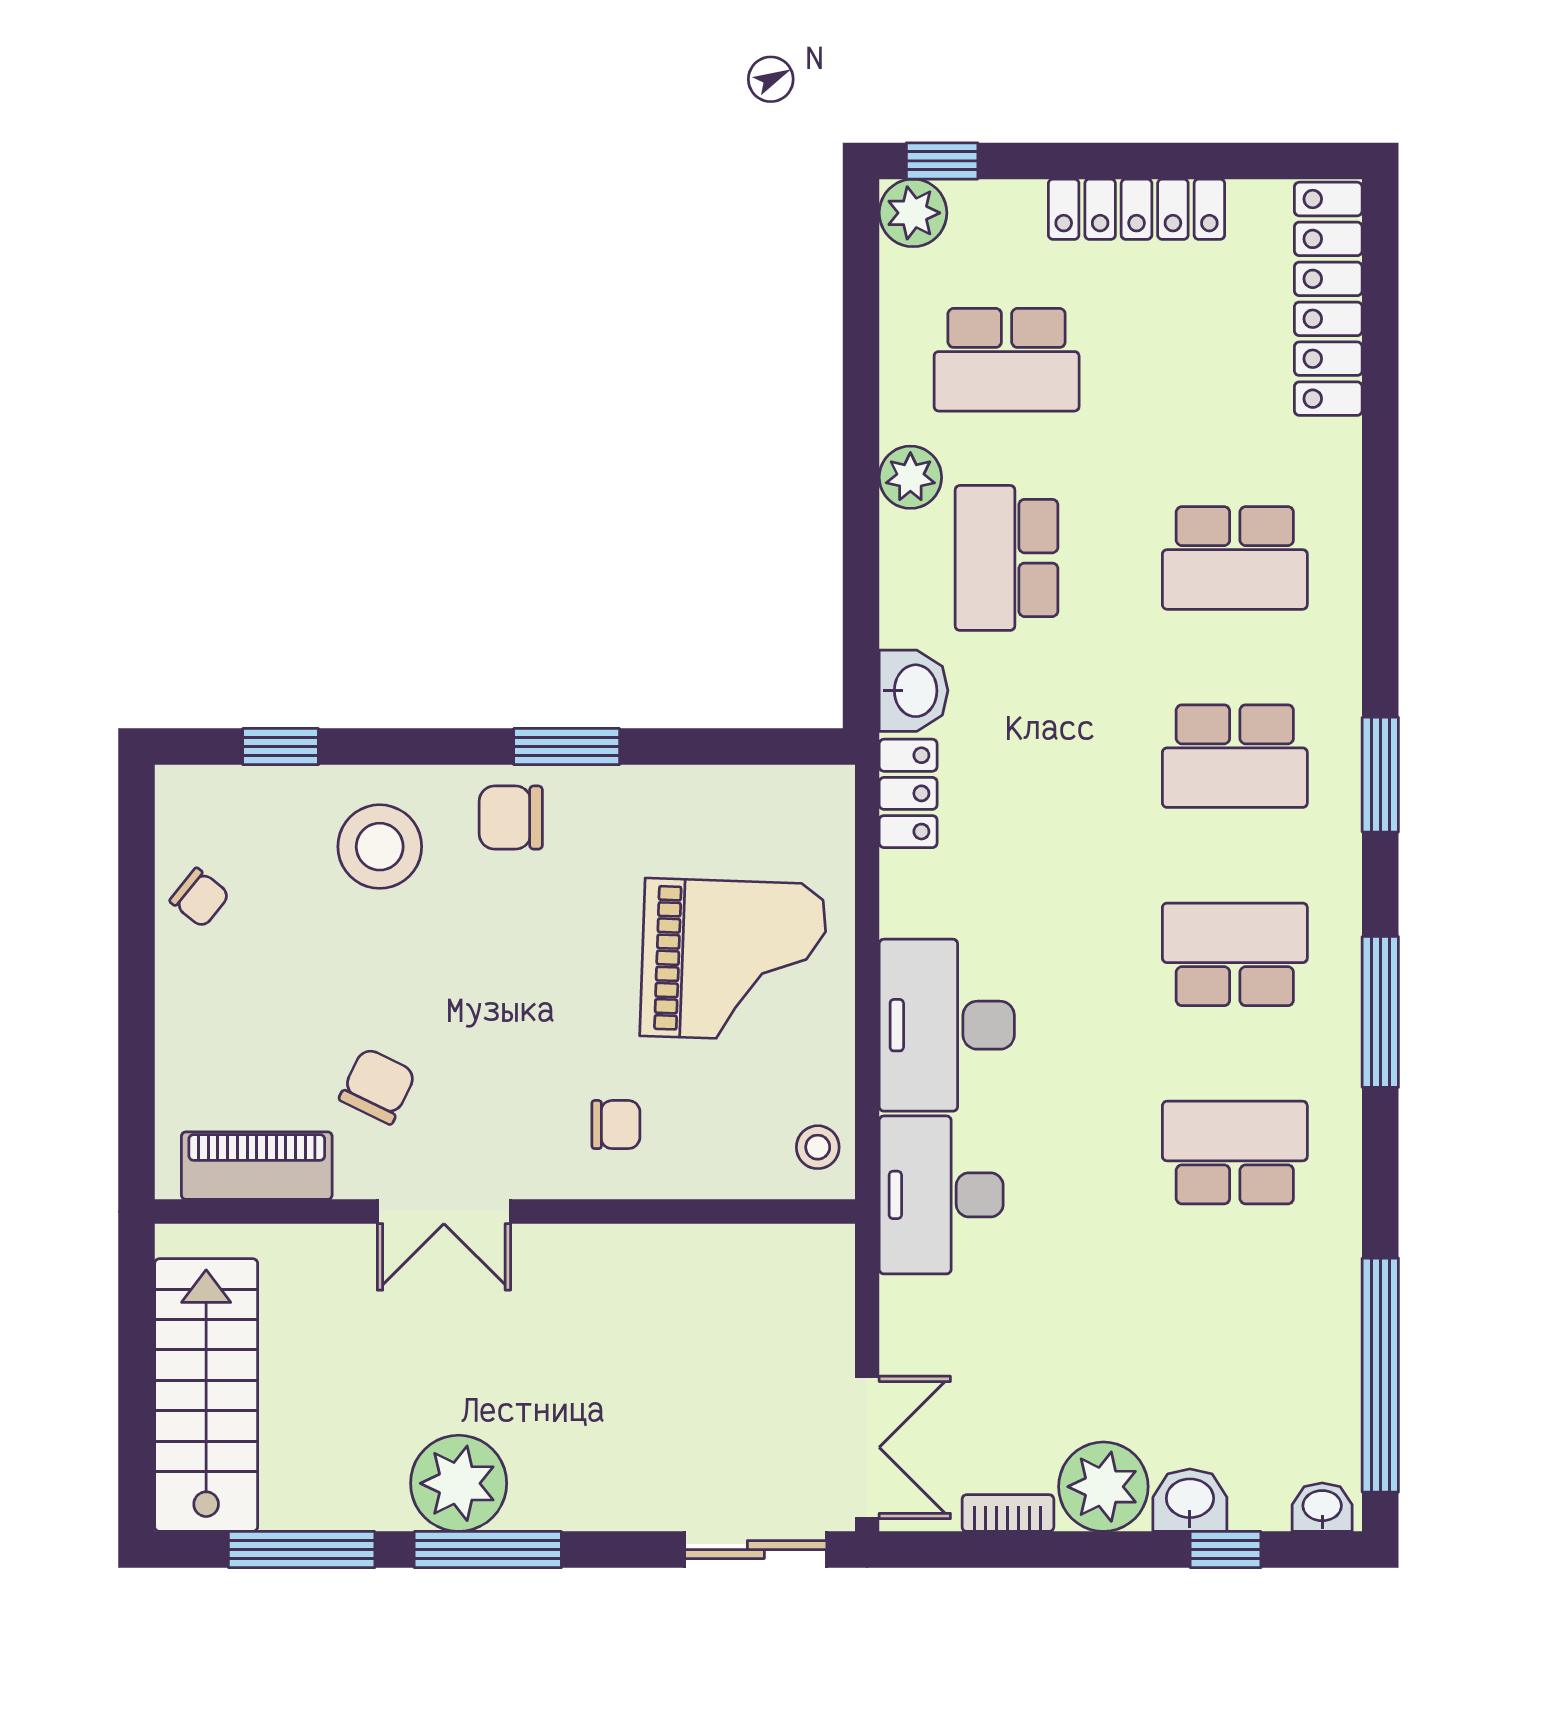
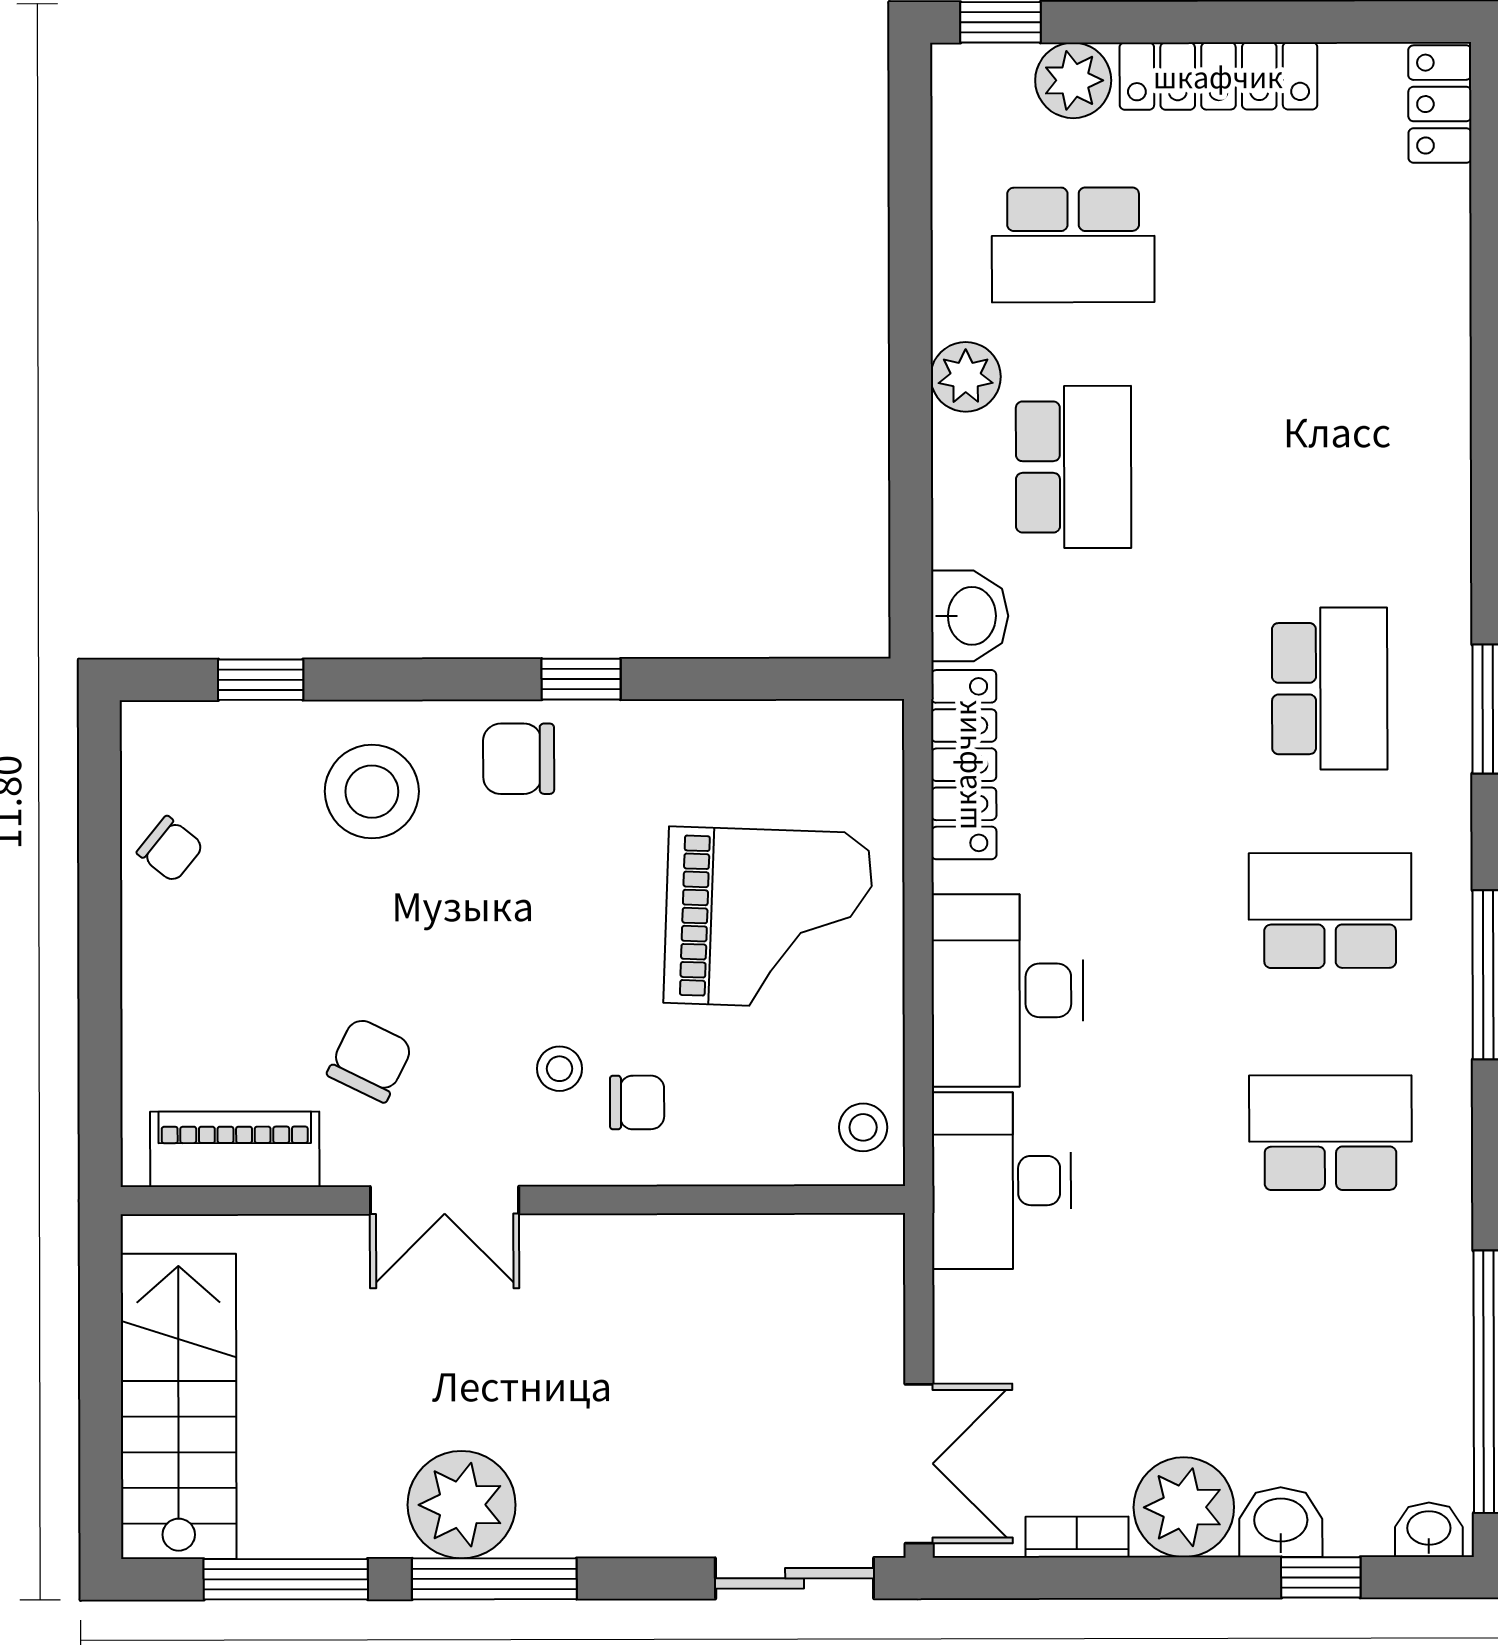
plant: (913, 213) -> (1073, 80), moved
locker: (1328, 299) -> (1440, 104), width x0.46, depth x0.83
school desk: (1007, 558) -> (1074, 467), turned 180
school desk: (1235, 558) -> (1329, 466), removed
window: (567, 747) -> (581, 679), width x0.67
school desk: (1235, 756) -> (1330, 689), turned -90
locker: (908, 793) -> (964, 765), width x1.53
stool: (547, 1094) -> (560, 1069), added

